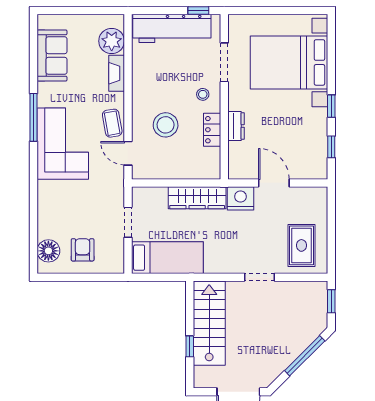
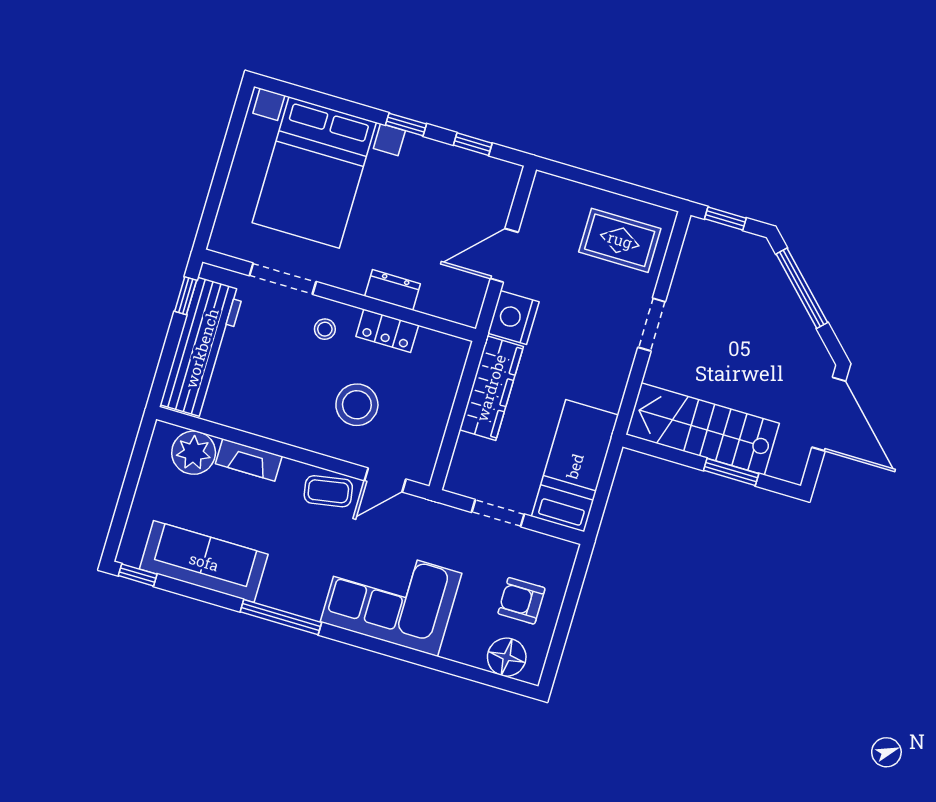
window: (34, 30) -> (138, 575), added
sofa: (52, 56) -> (204, 562), width x1.36
corner sofa: (63, 144) -> (391, 598), moved
window: (190, 346) -> (731, 472), width x1.50

